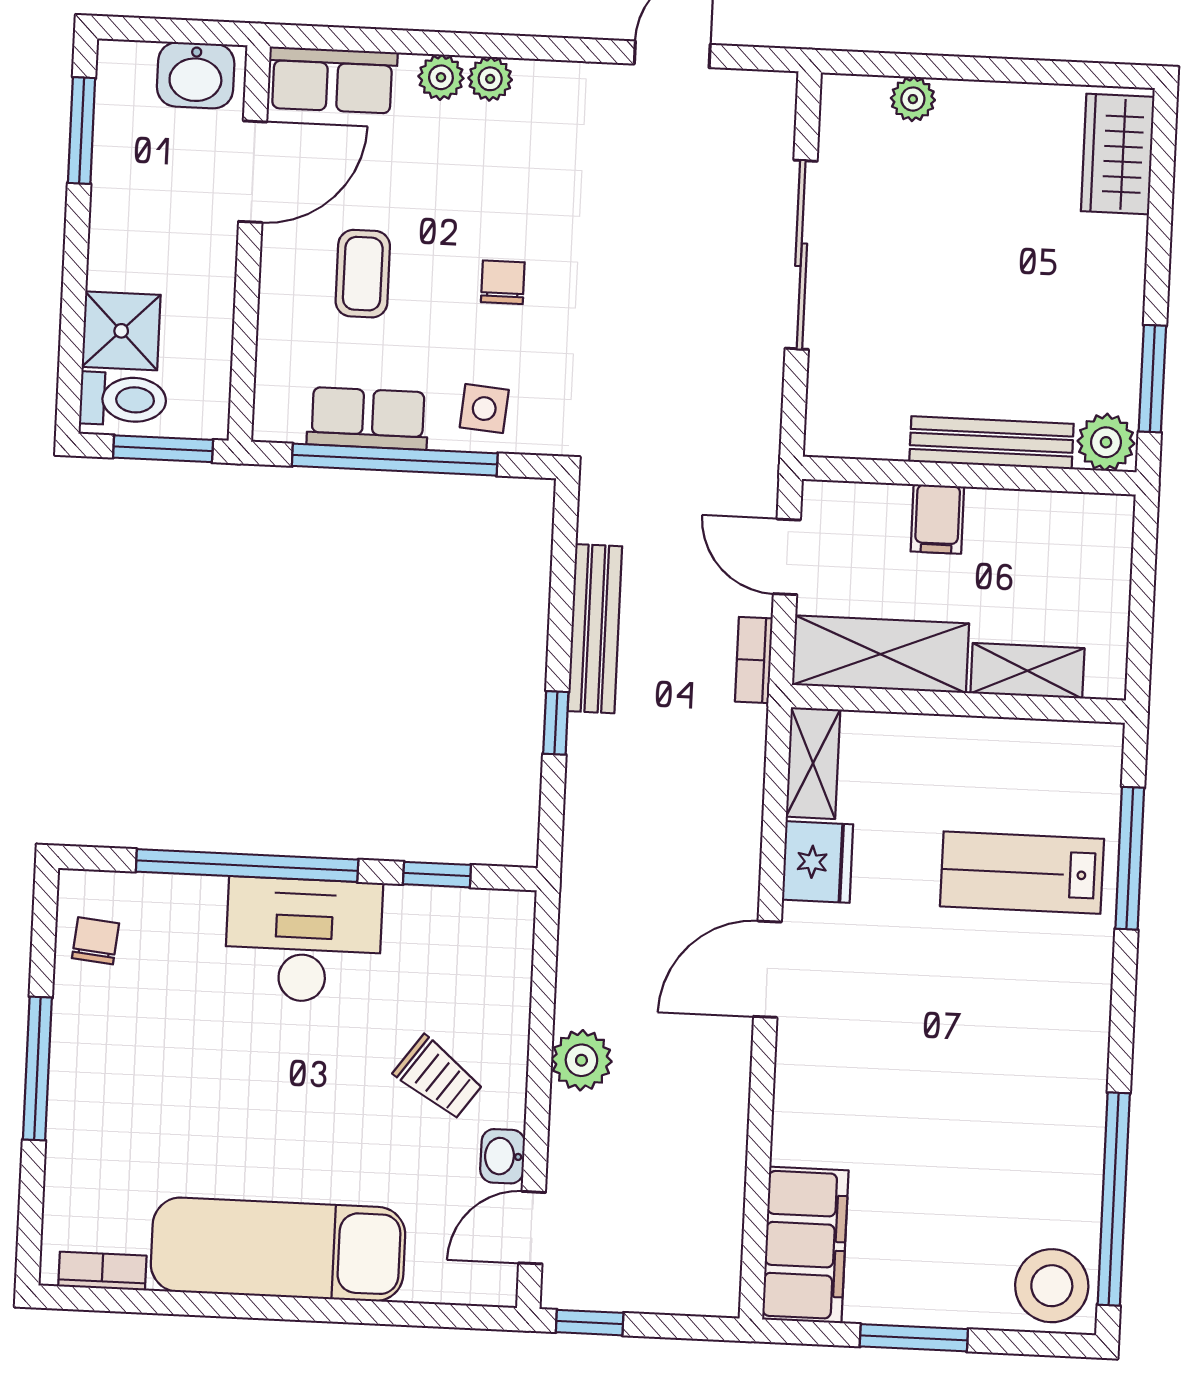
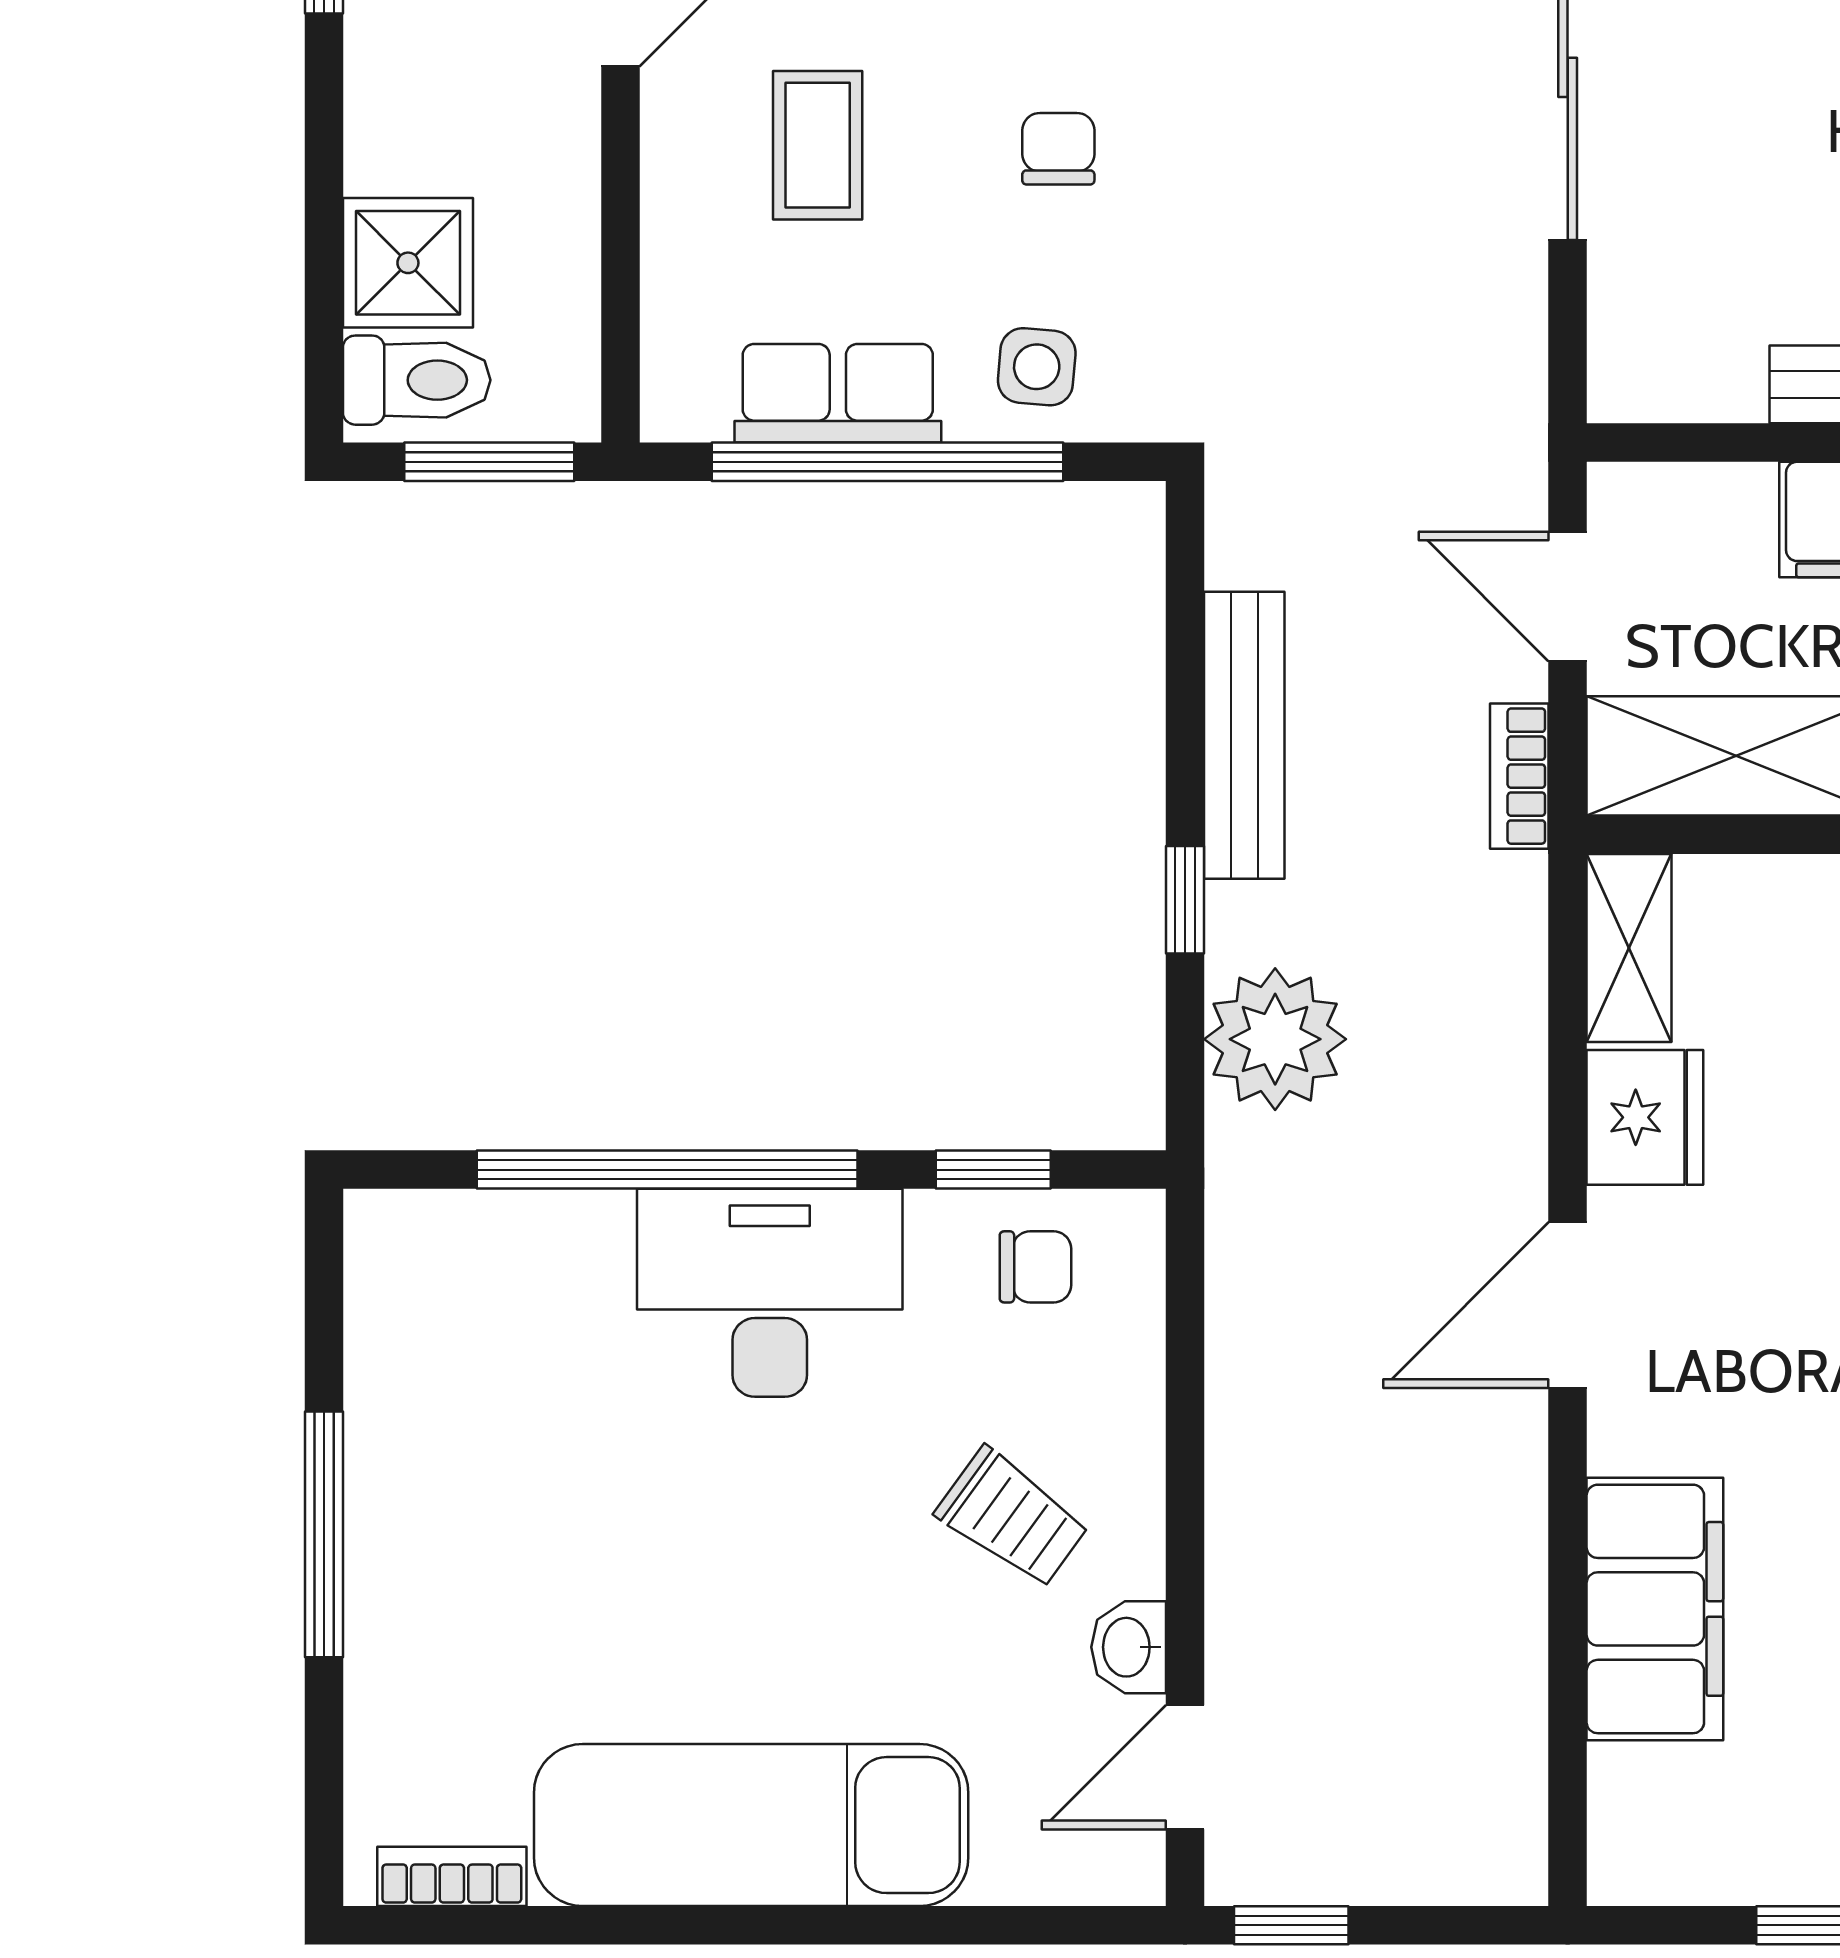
chair: (96, 941) -> (1035, 1267), moved, turned 84
plant: (581, 1060) -> (1275, 1039), moved, width x1.36, depth x1.36
filing cabinet: (805, 1245) -> (1655, 1609), moved

